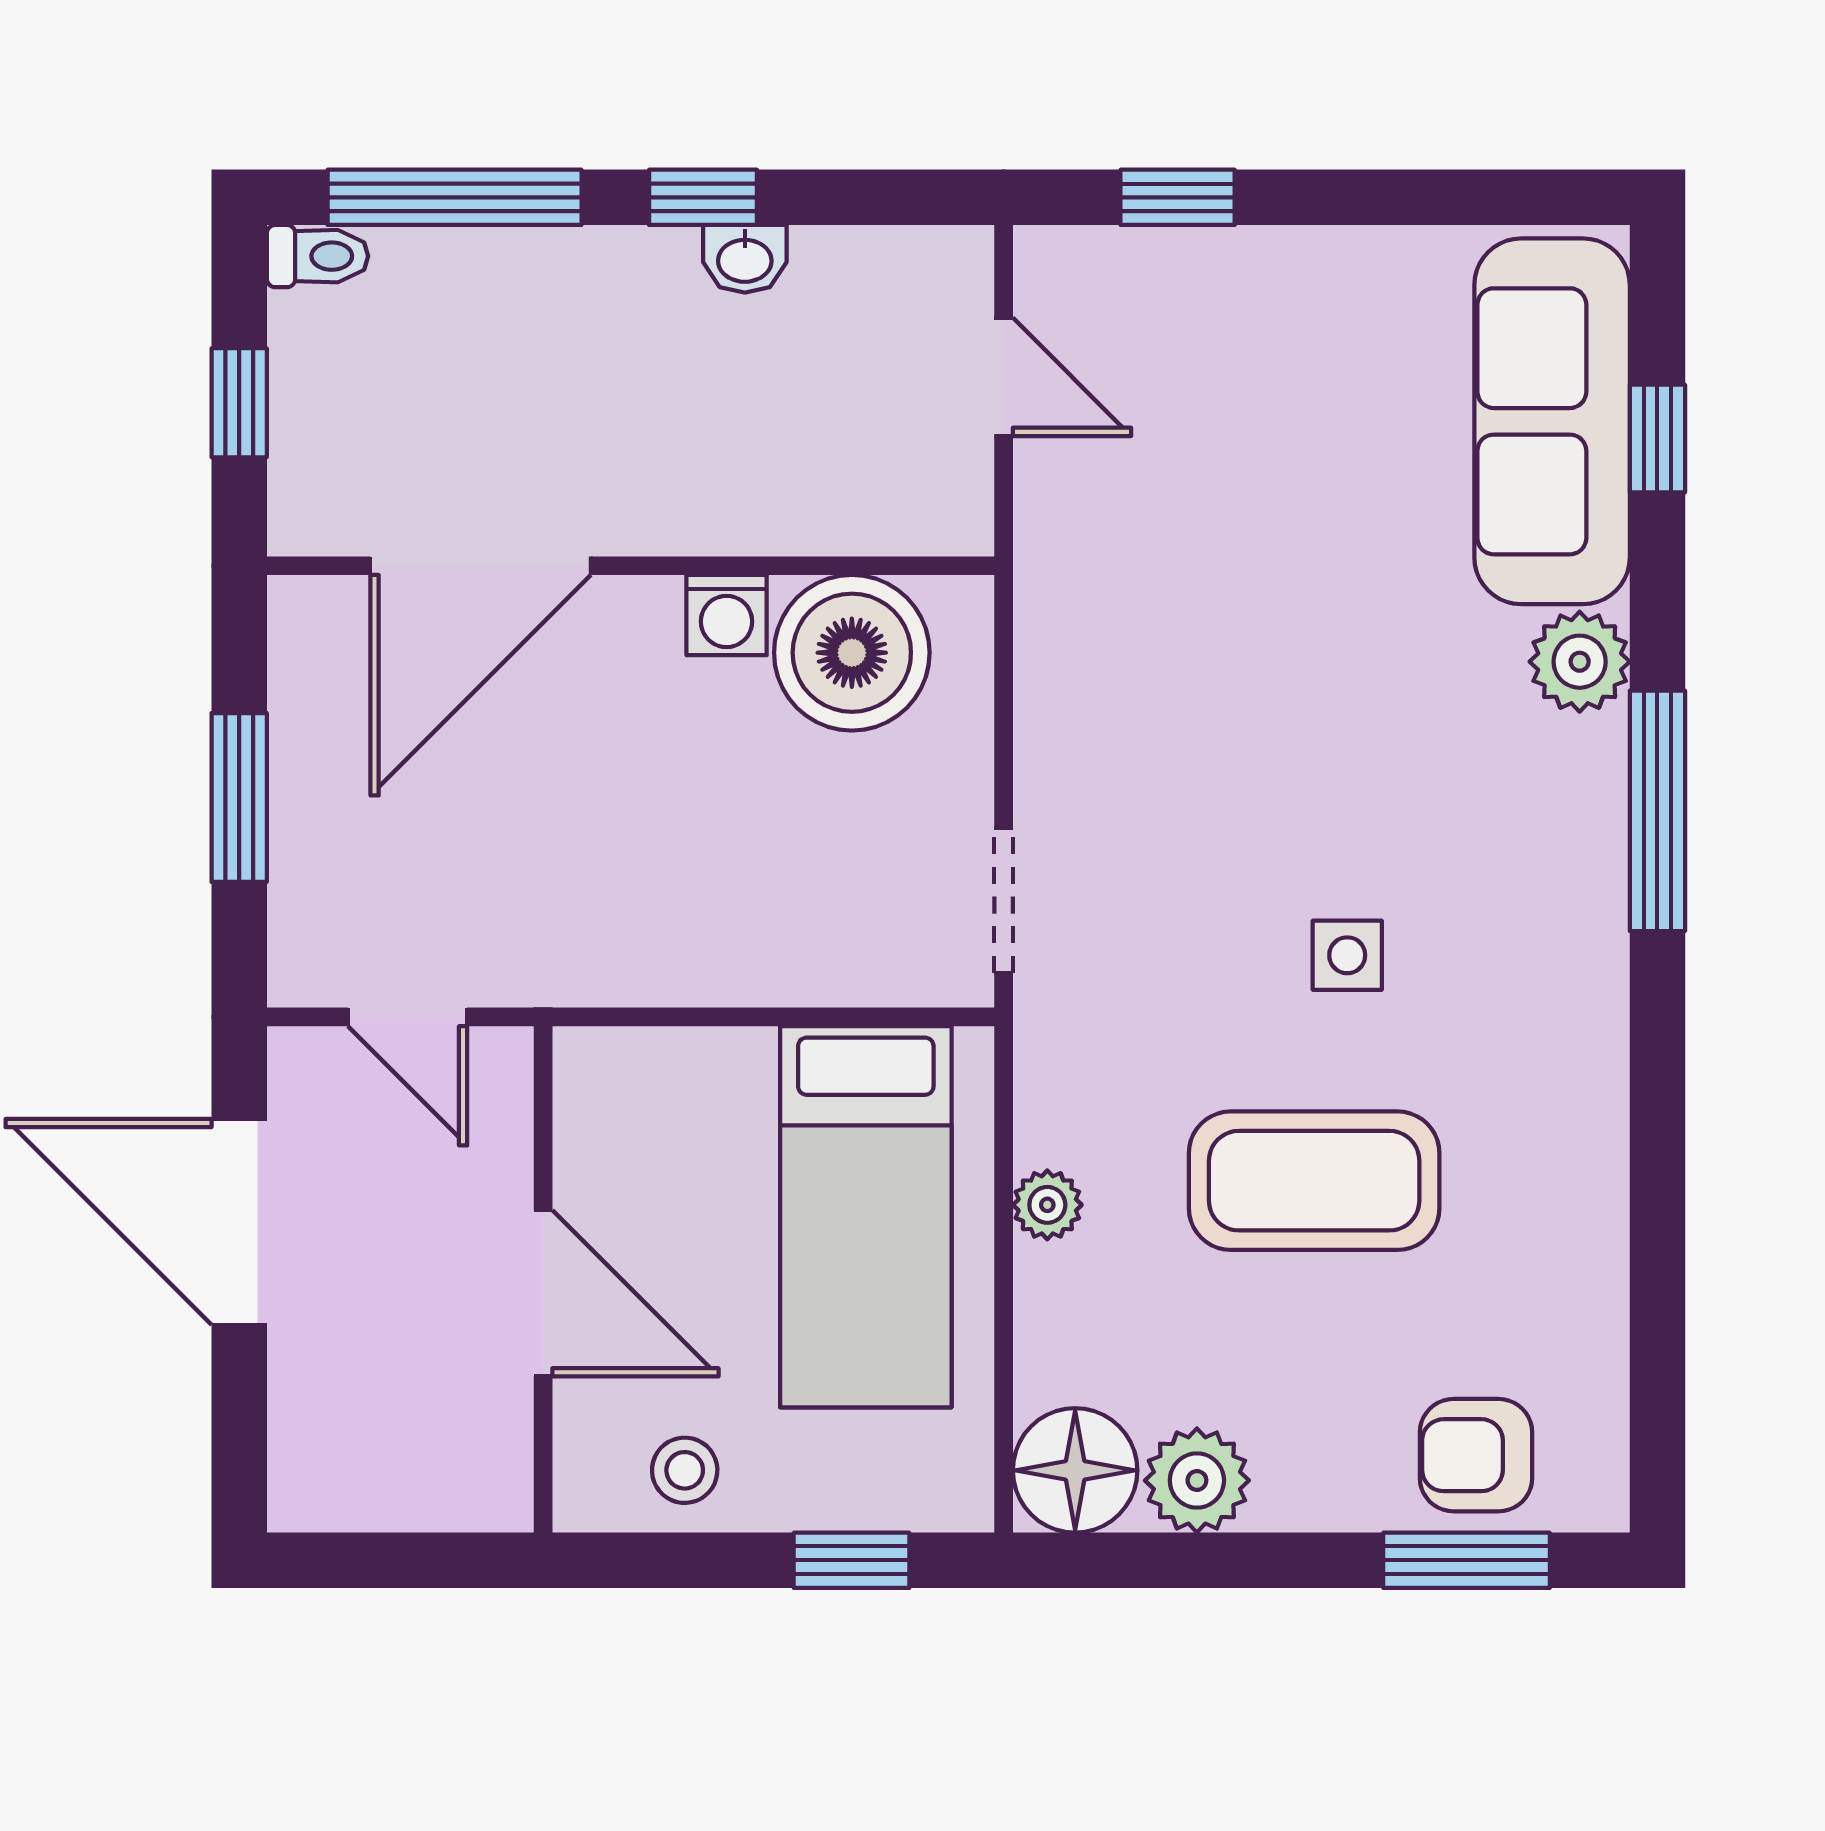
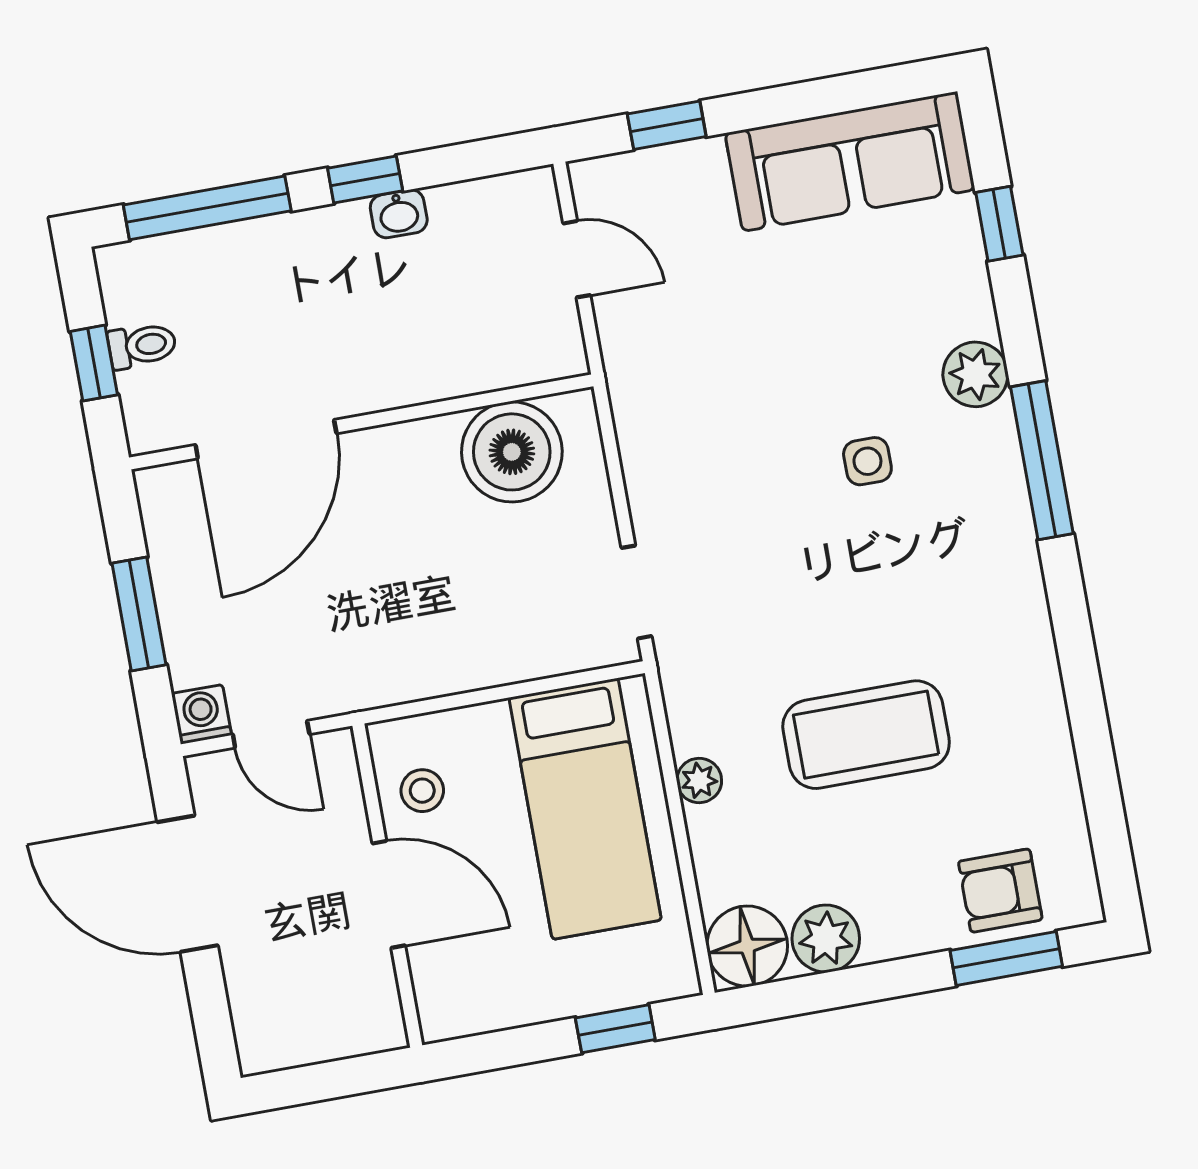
toilet: (318, 256) -> (142, 346), moved
sofa: (1552, 421) -> (850, 161), moved, turned -90
washing machine: (727, 615) -> (202, 714), moved, turned 180
side table: (1347, 955) -> (867, 461), moved
stool: (685, 1470) -> (422, 791), moved

